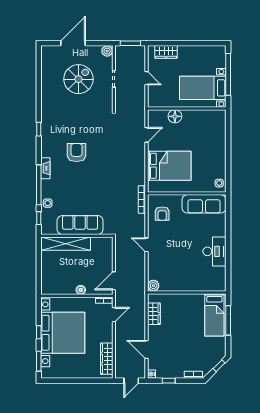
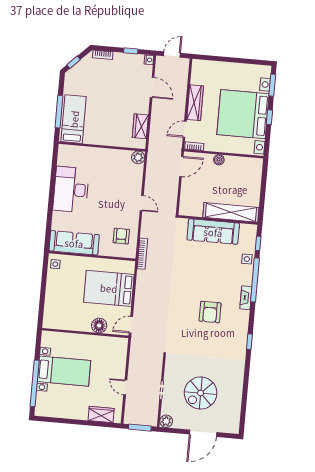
wall: (187, 108) -> (85, 333), moved
floor lamp: (175, 116) -> (99, 326), moved
desk: (214, 251) -> (71, 189), width x1.36, depth x1.30
wardrobe: (107, 359) -> (195, 103), moved

